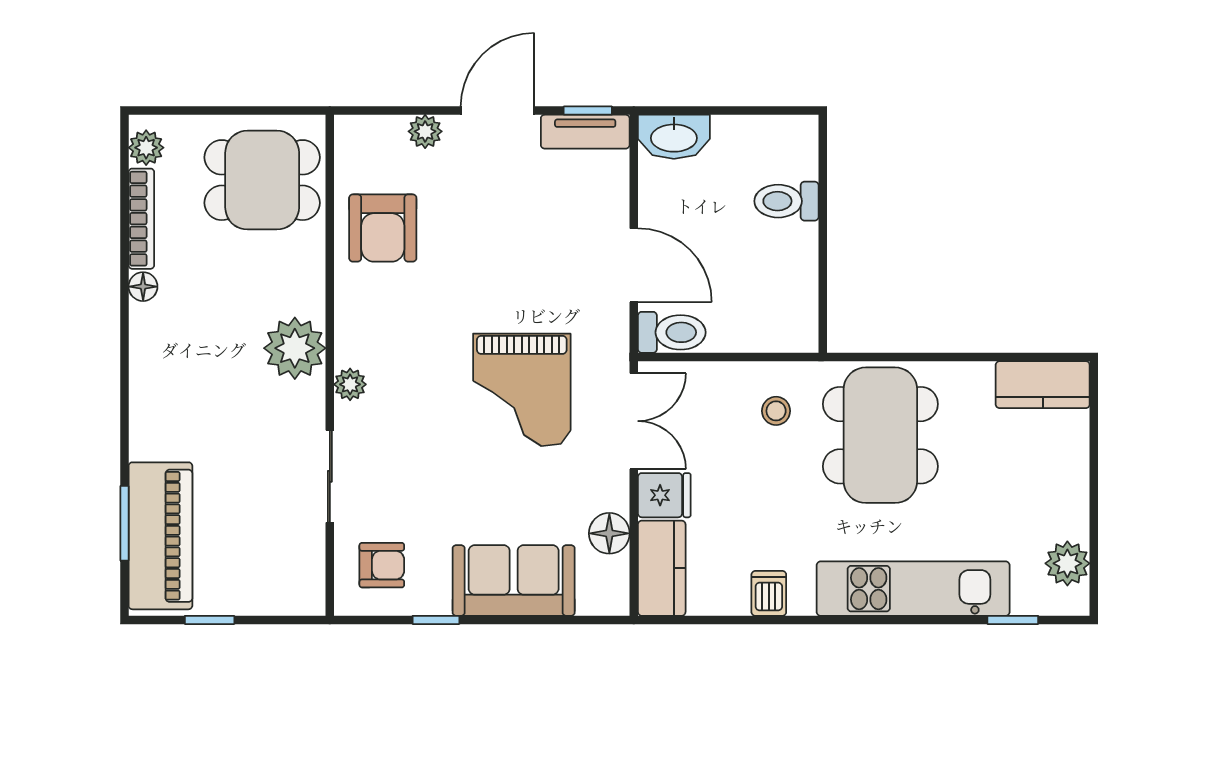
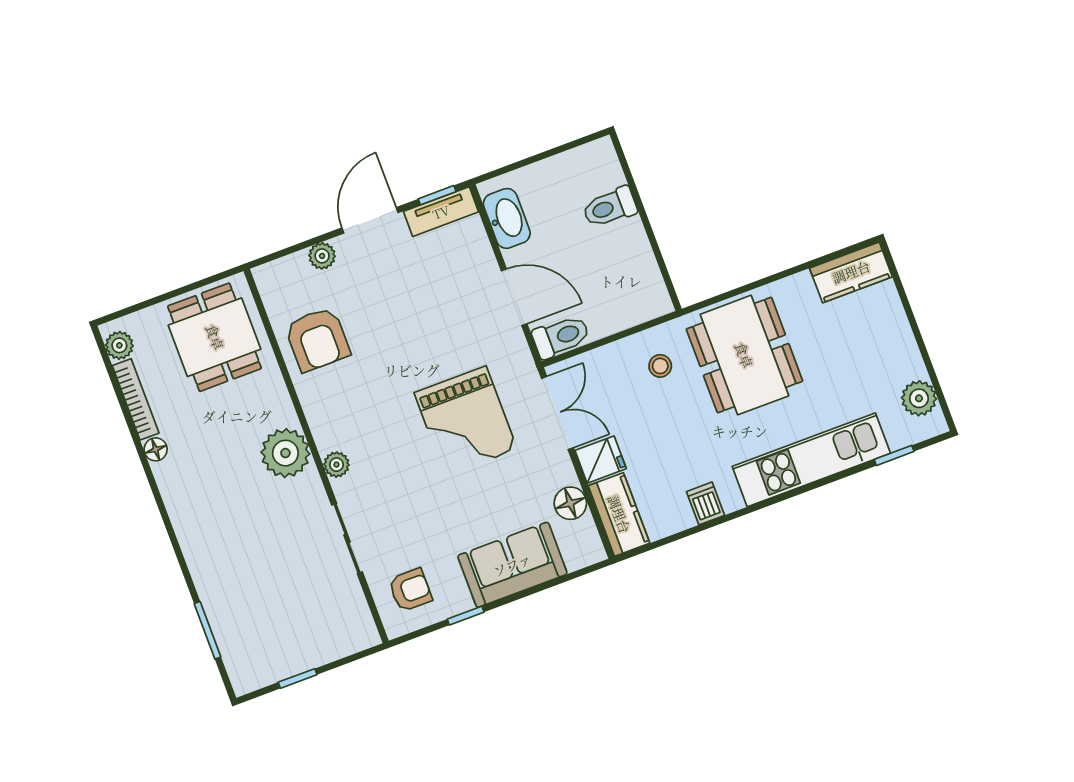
washbasin: (674, 137) -> (507, 218), moved, turned -90
dining table: (262, 180) -> (215, 337), turned 90
piano: (160, 536) -> (238, 630), removed

